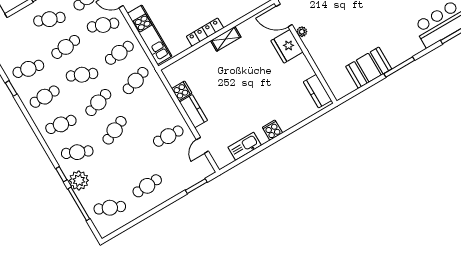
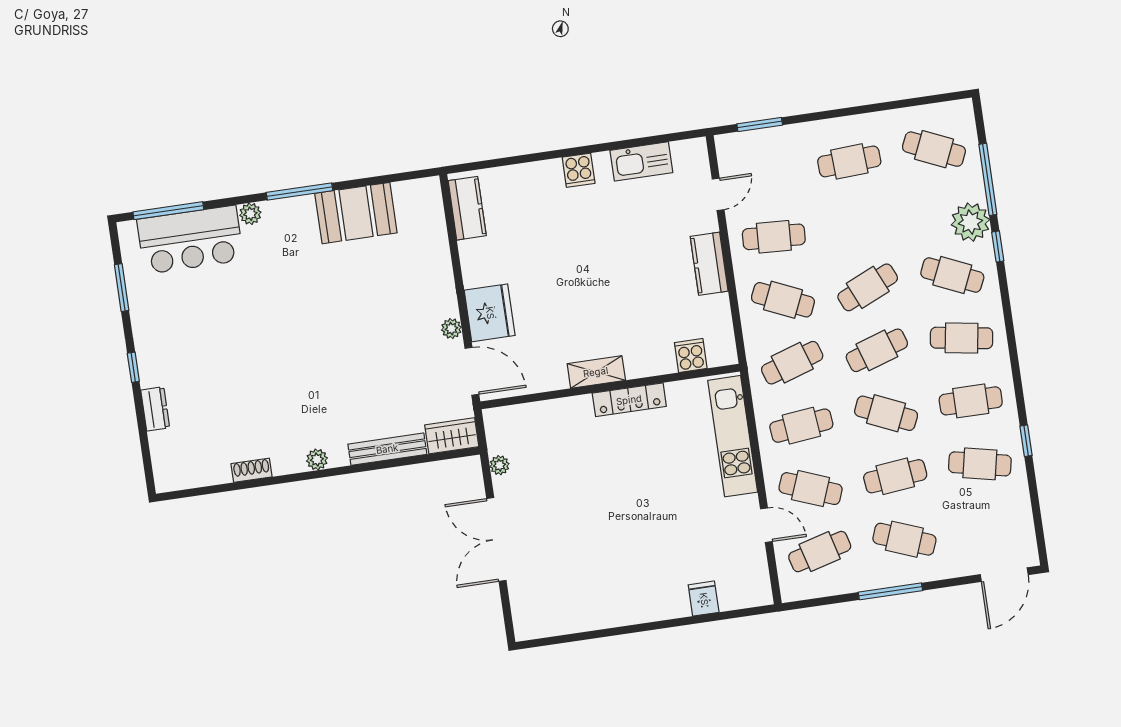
plant: (418, 47) -> (250, 214), added
cooker: (182, 91) -> (691, 356), moved, turned 90
cafe table: (152, 108) -> (783, 300), added

